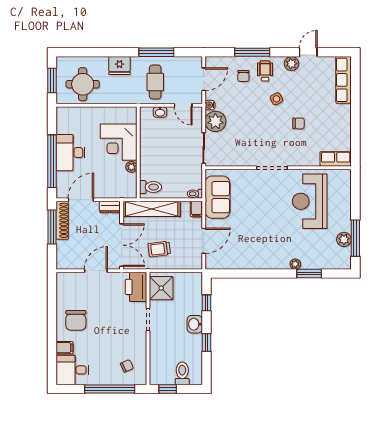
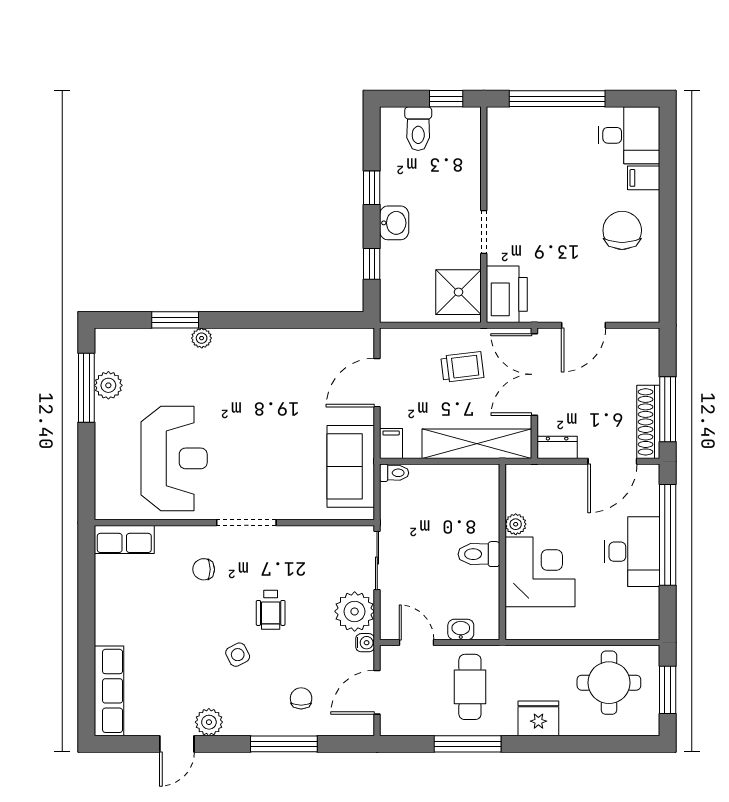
wheelchair: (265, 71) -> (271, 610), moved
chair: (299, 123) -> (204, 569), moved
toilet: (151, 187) -> (479, 554), moved
chair: (127, 366) -> (524, 143), removed

